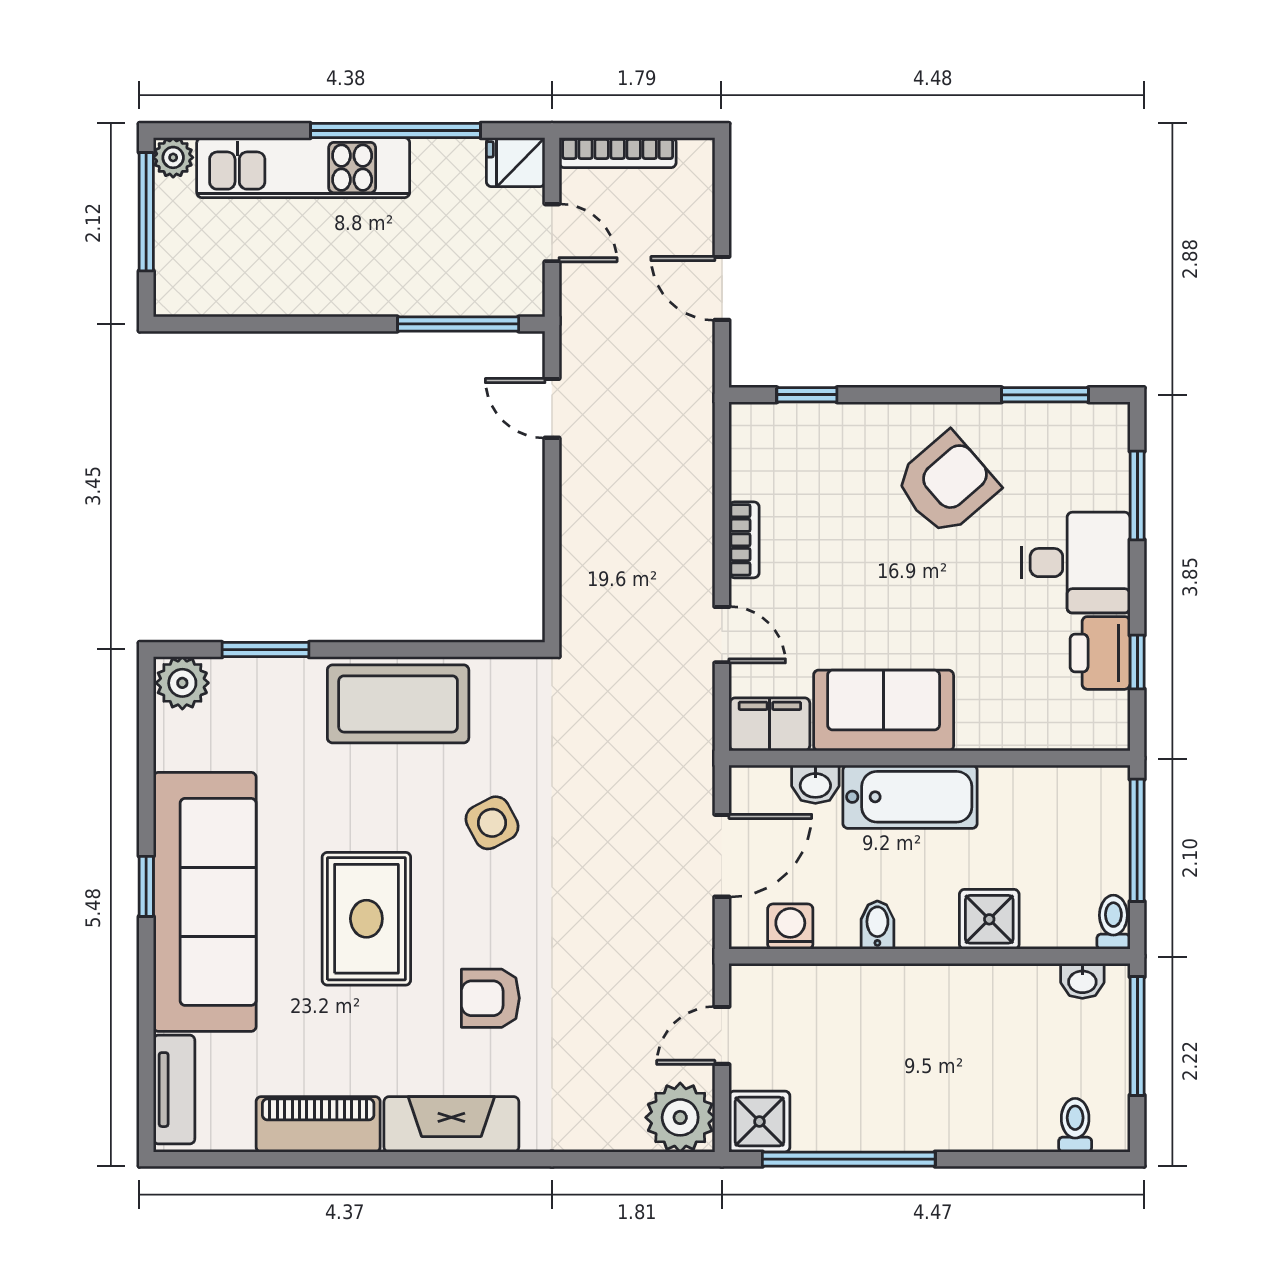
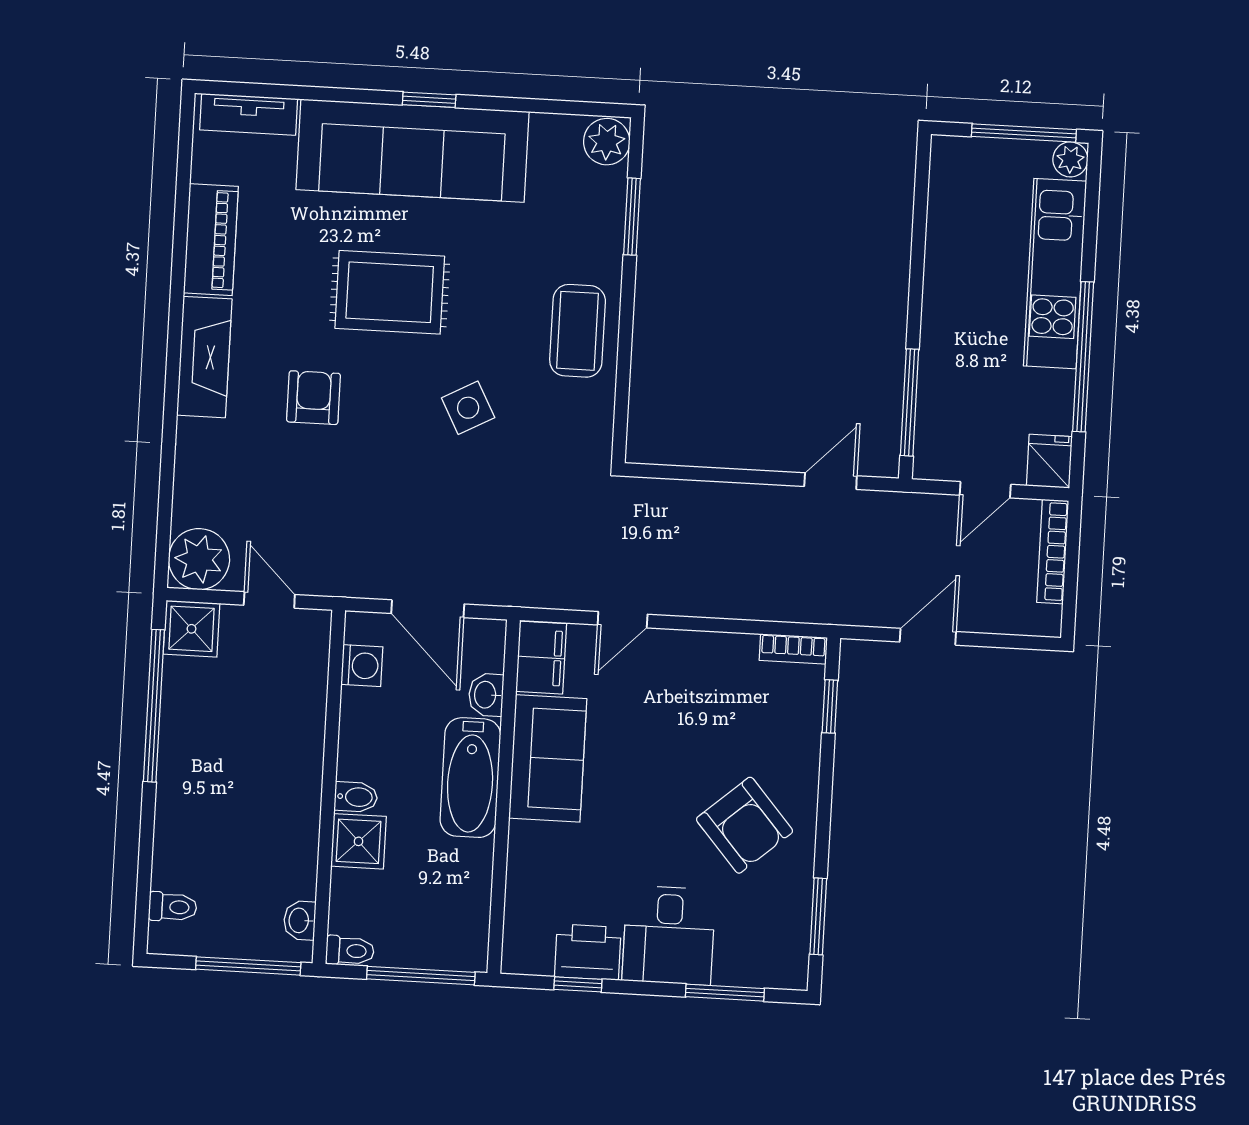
bookcase: (744, 540) -> (793, 649), moved
coffee table: (398, 704) -> (578, 331), width x0.73, depth x0.76
bidet: (877, 925) -> (356, 797), moved

